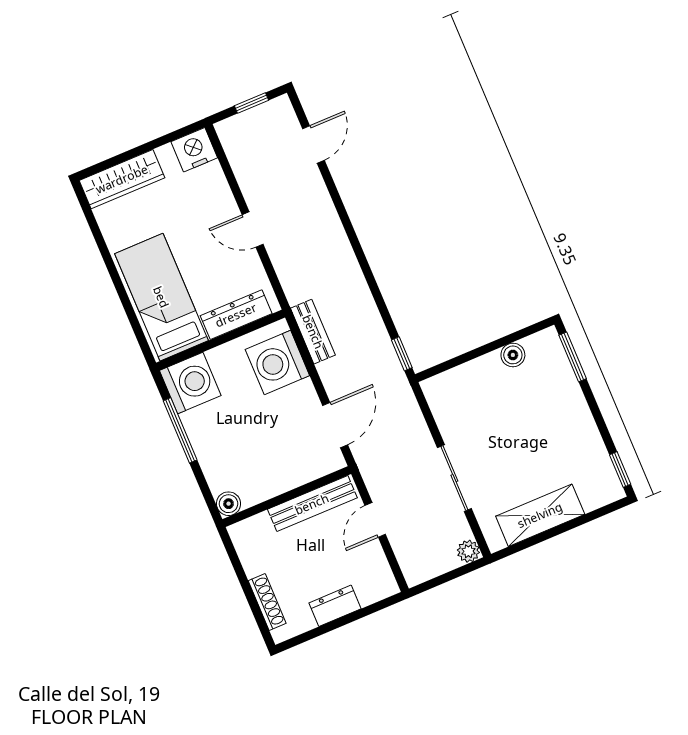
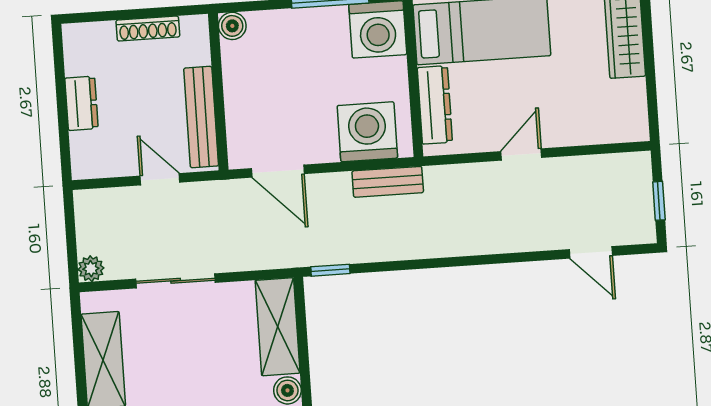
nightstand: (194, 150) -> (630, 121), removed
shelving: (463, 381) -> (278, 327), added
shoe rack: (267, 602) -> (148, 29), moved

